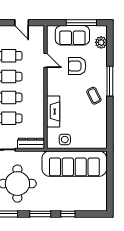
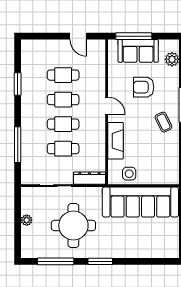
window: (81, 23) -> (134, 36), moved
door: (46, 60) -> (107, 106), moved
window: (68, 214) -> (133, 261), removed

